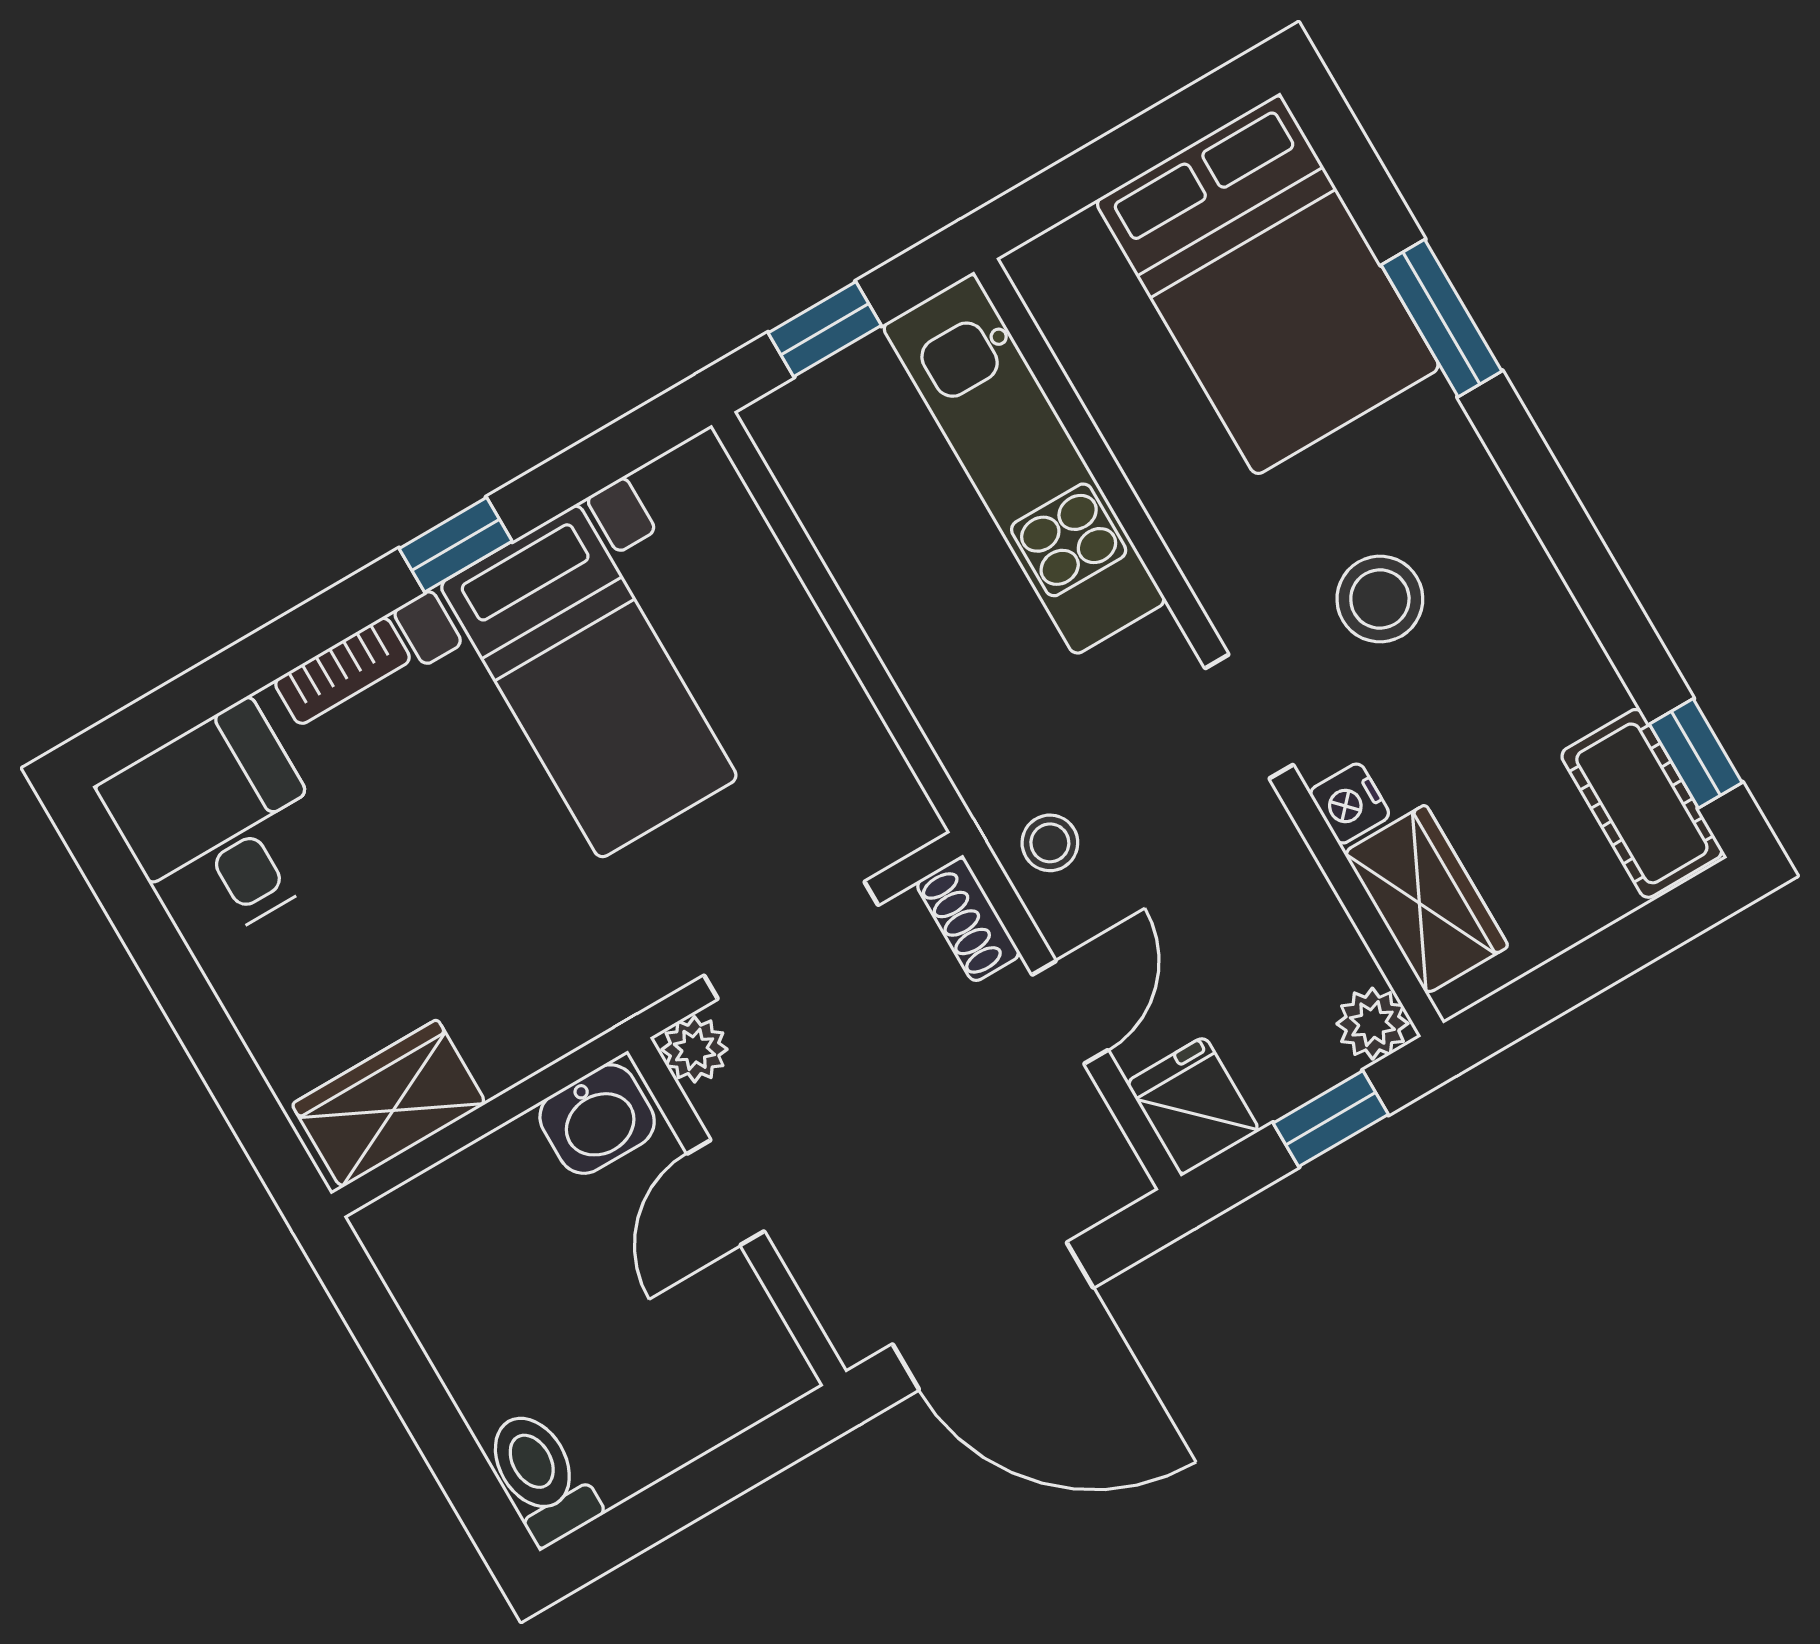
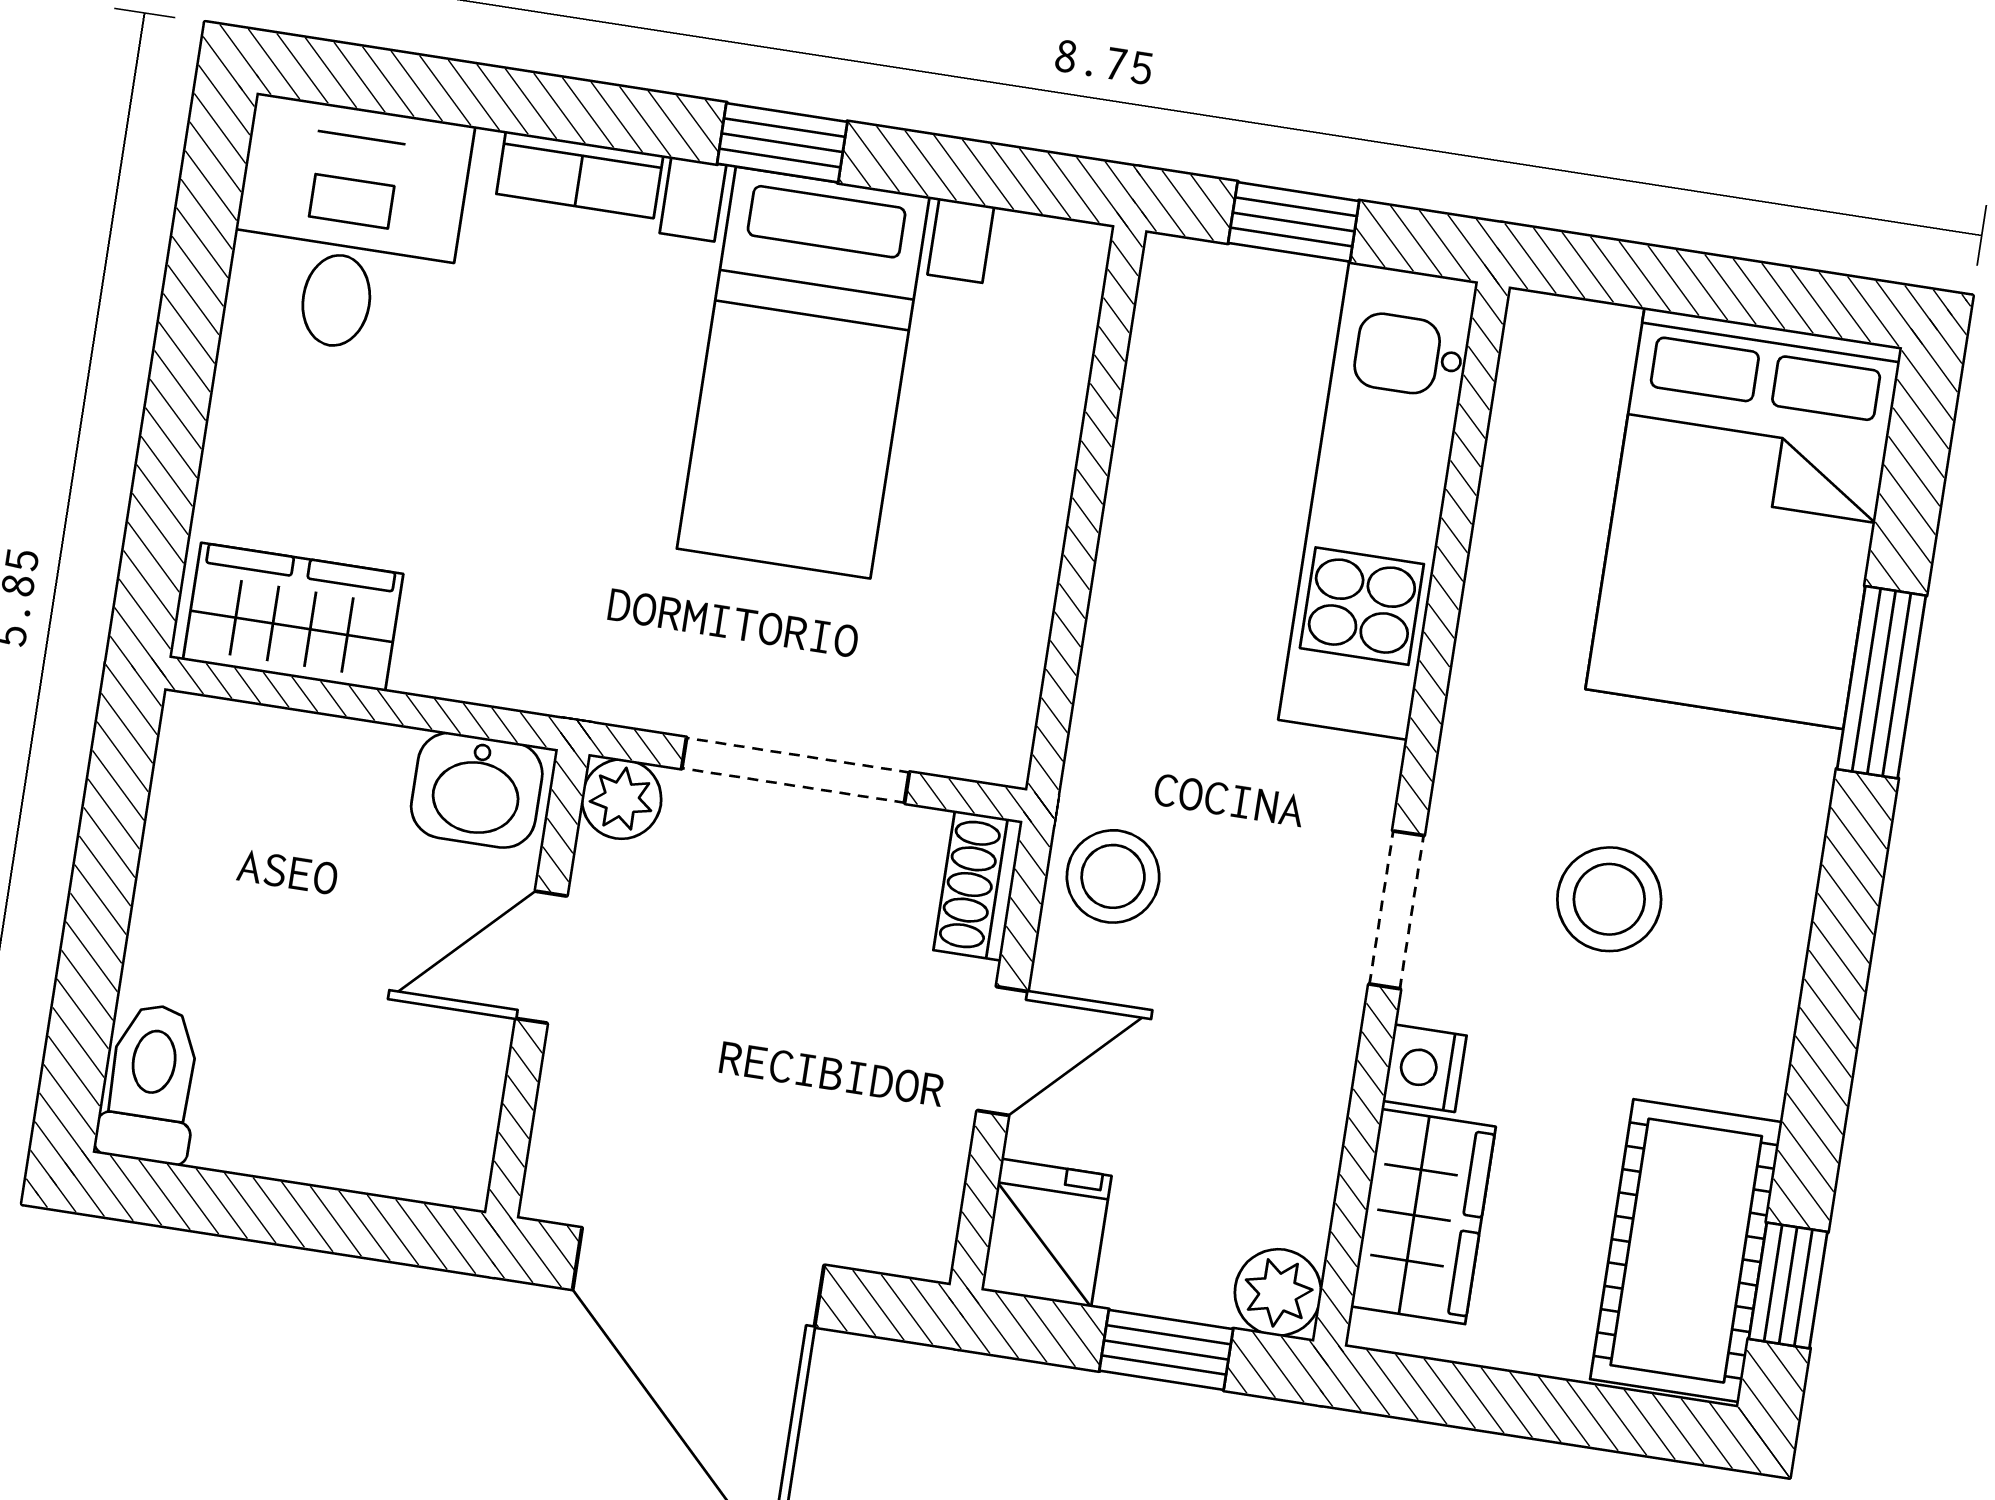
cot: (1642, 803) -> (1686, 1251), width x1.37, depth x1.34
stool: (1050, 843) -> (1113, 876), width x1.37, depth x1.37

